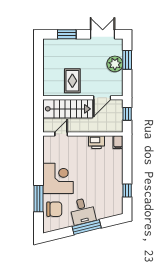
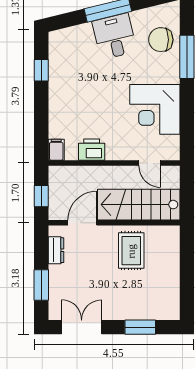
double door: (103, 34) -> (82, 327), swing flipped
plant: (115, 64) -> (61, 278), removed
dresser: (118, 81) -> (56, 250), added
door: (61, 134) -> (150, 163), hinge flipped
corner desk: (58, 178) -> (155, 109), moved

